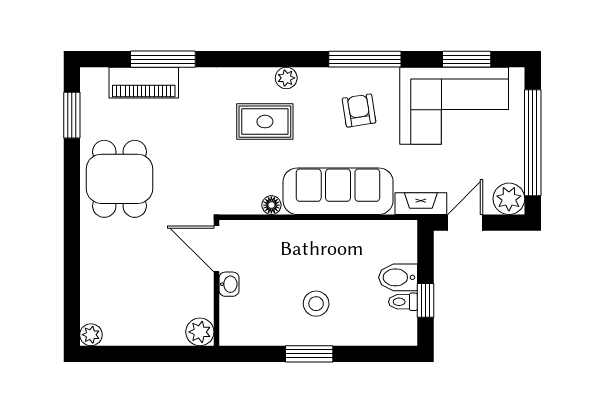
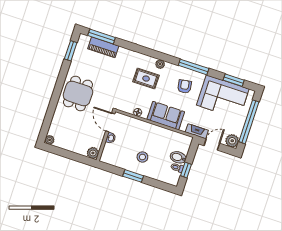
window: (163, 59) -> (102, 36), moved
dining table: (119, 179) -> (78, 93), moved
sofa: (338, 191) -> (166, 116), width x0.73

